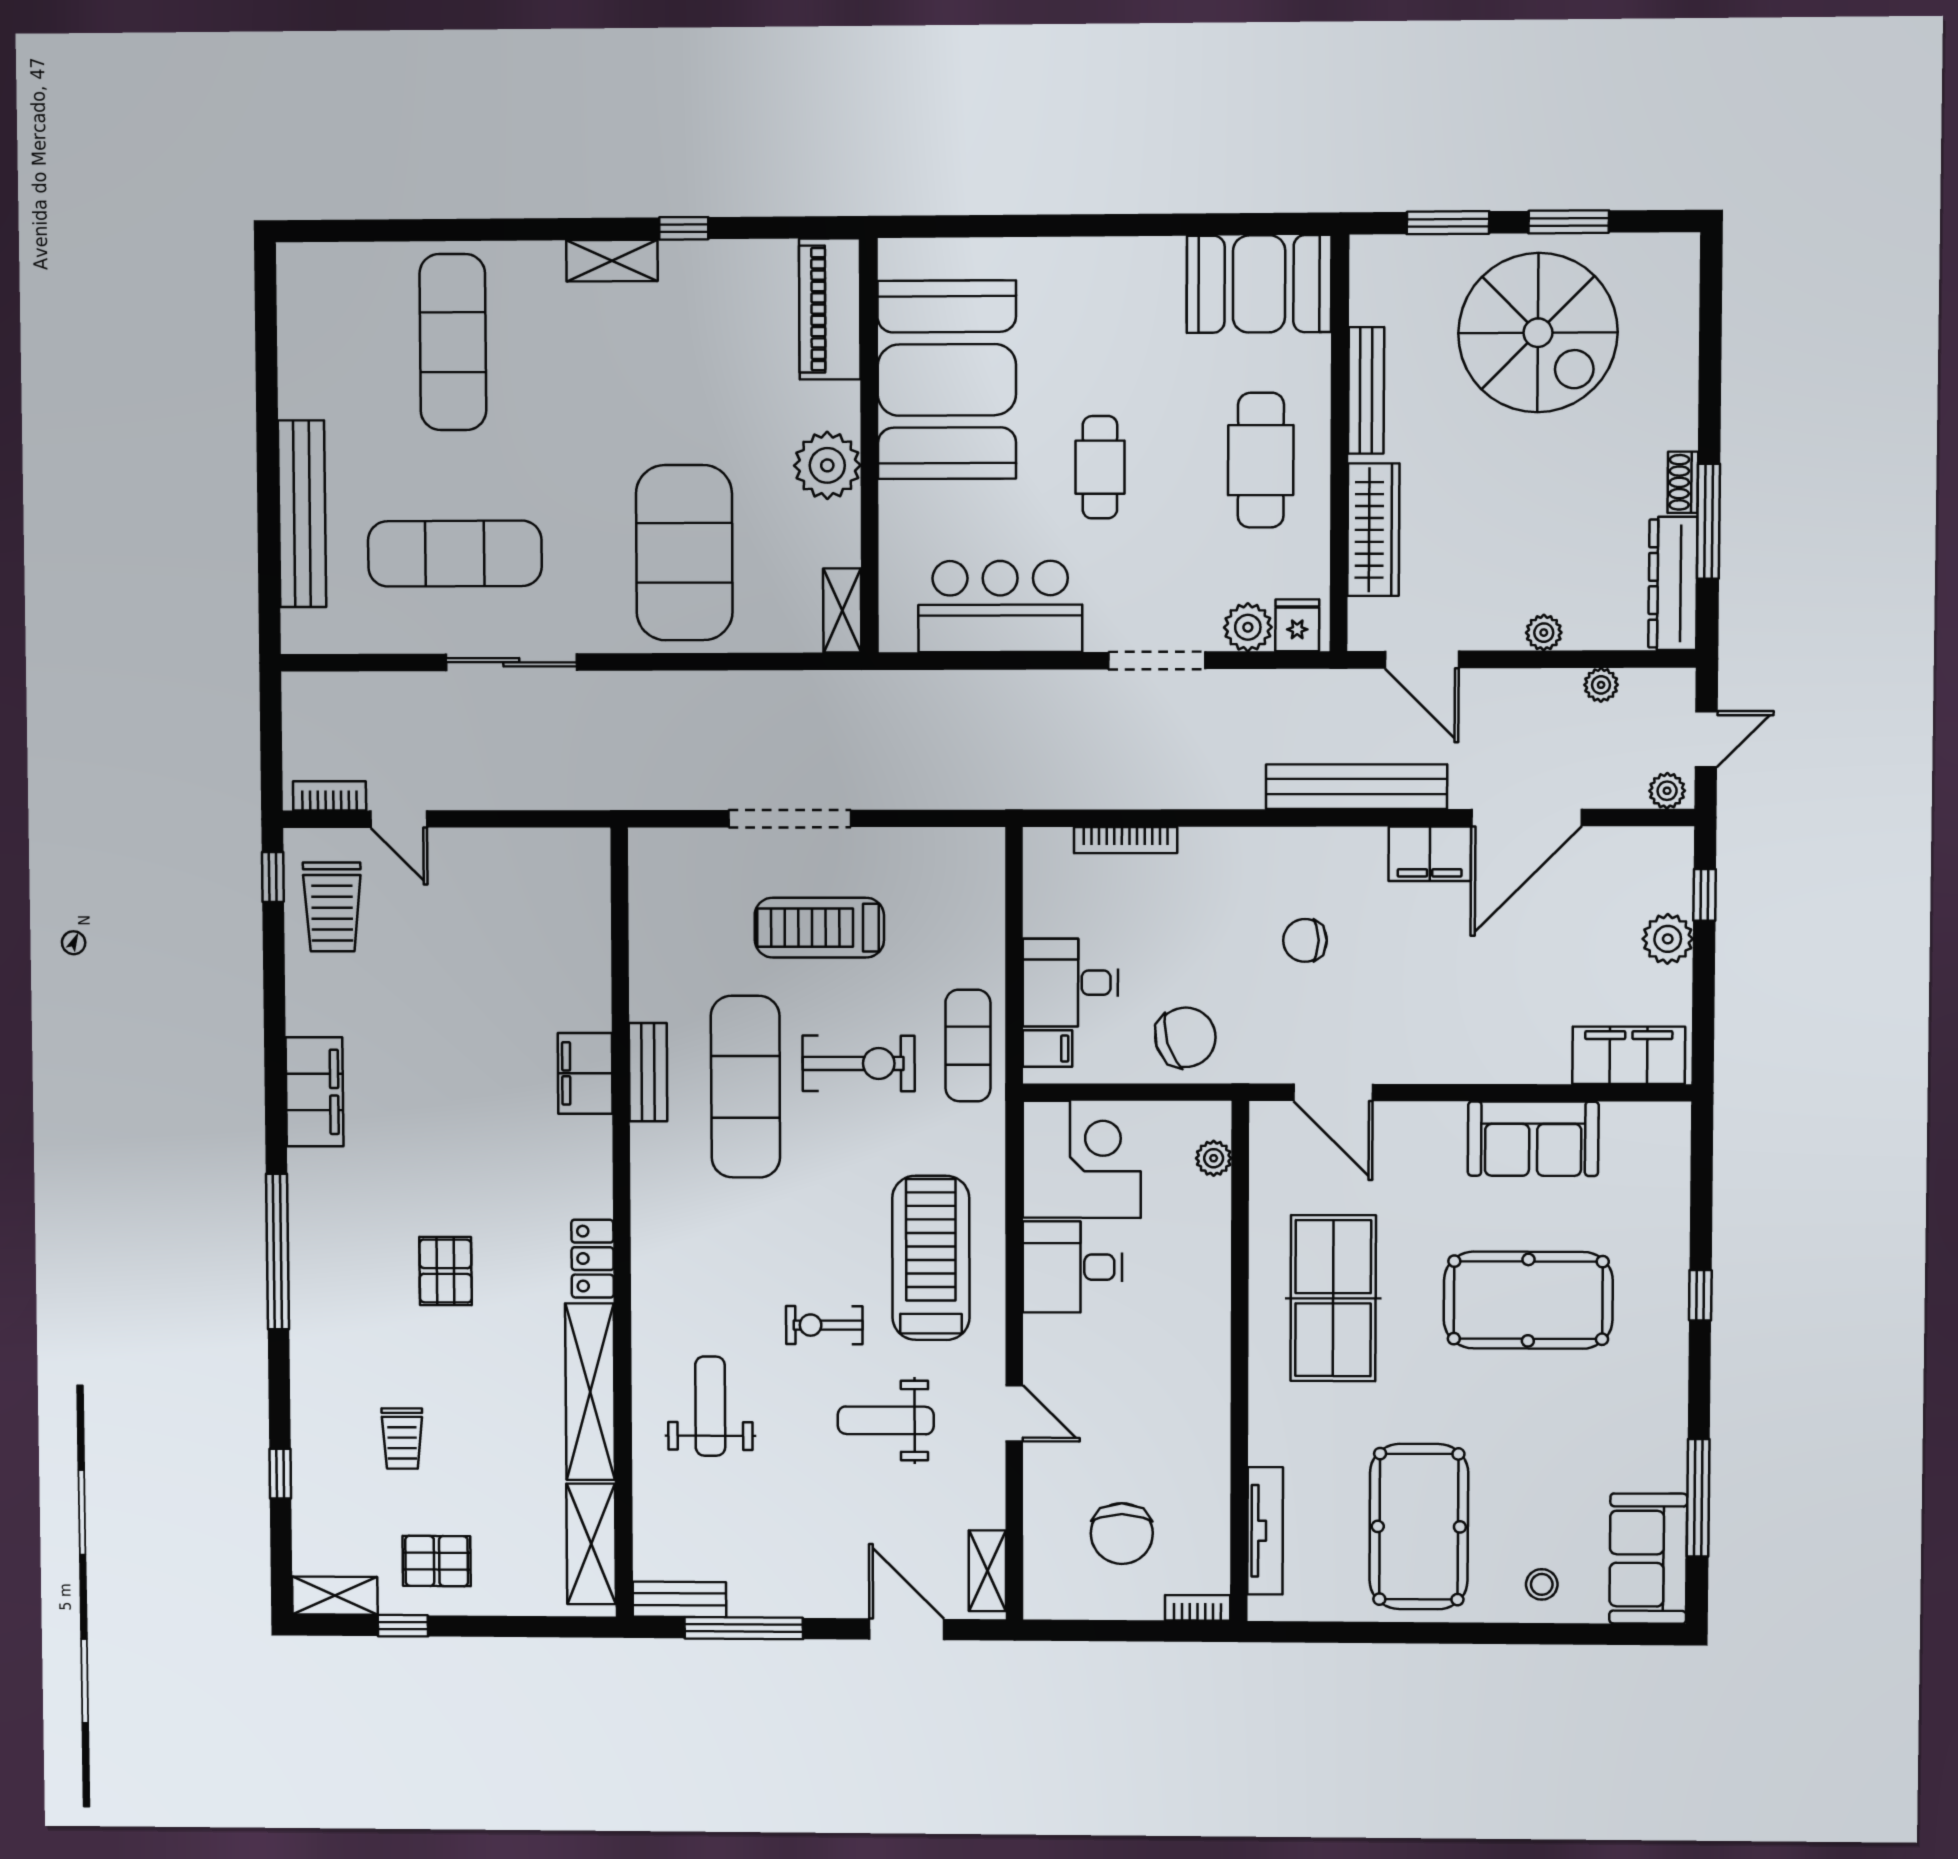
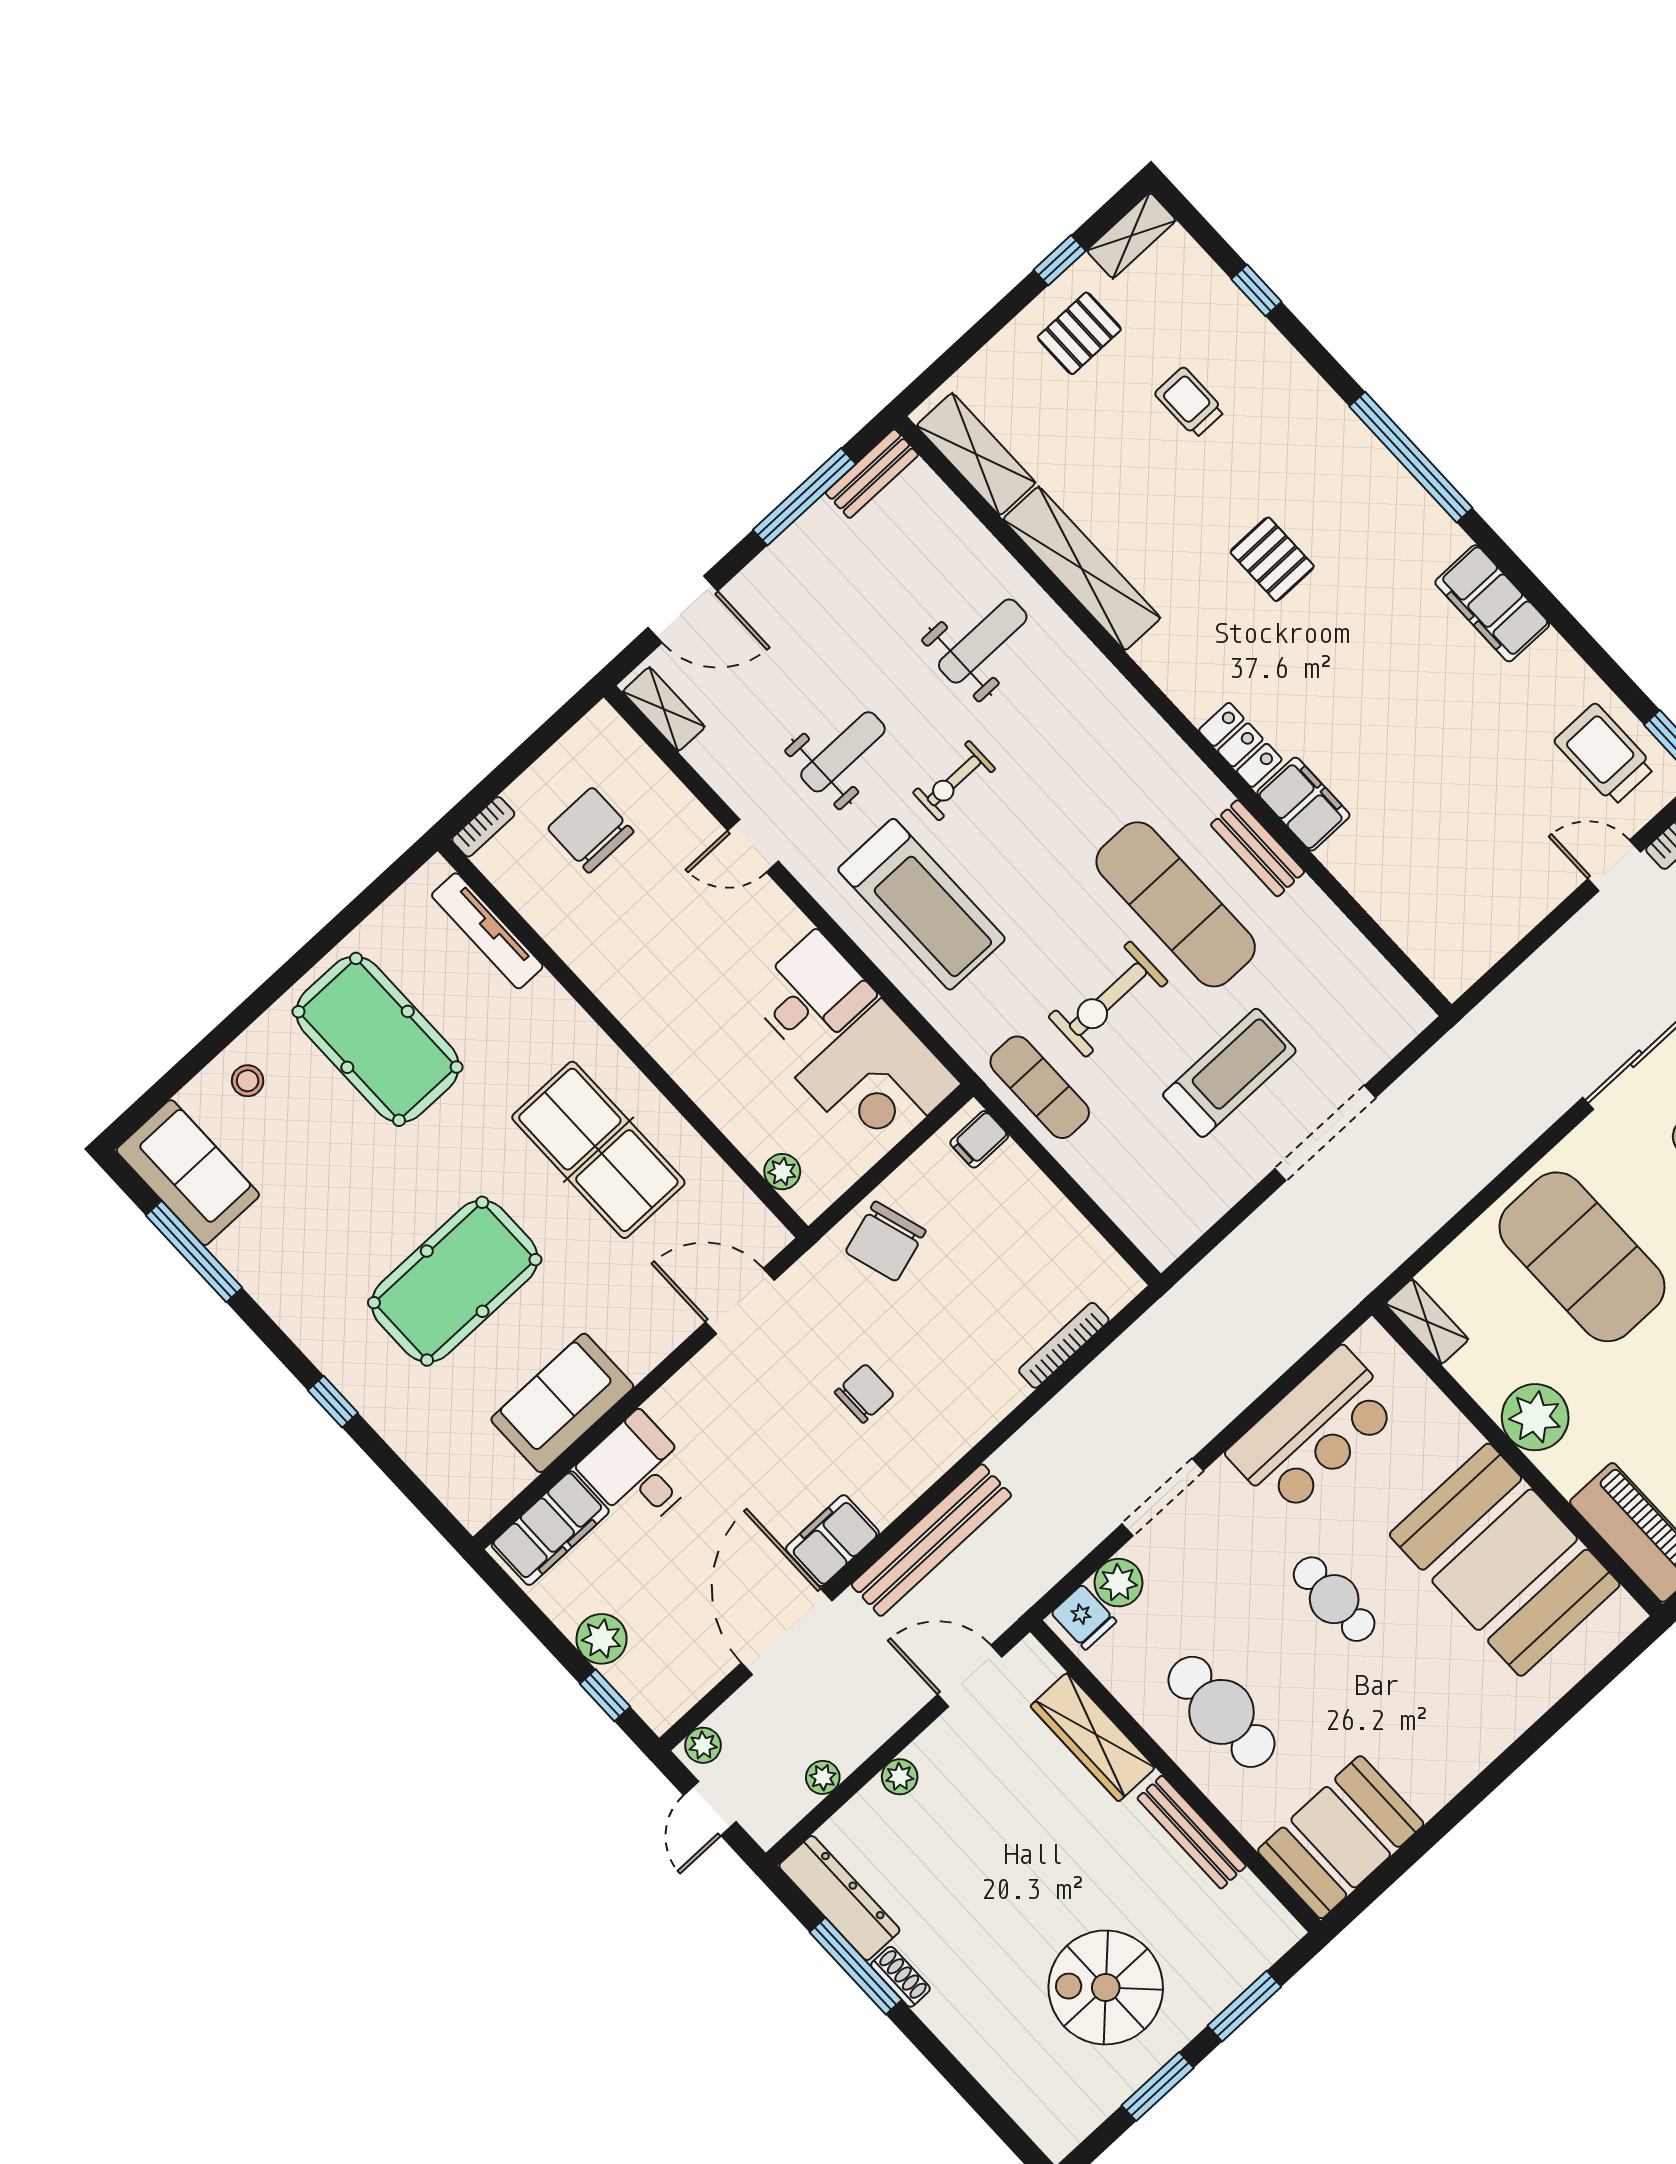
spiral stairs: (1538, 333) -> (1106, 1987), width x0.73, depth x0.73
desk: (1070, 983) -> (639, 1472), moved, turned -90
locker: (593, 1259) -> (1240, 745), moved
exercise bike: (824, 1325) -> (954, 781), turned 180
weight bench: (710, 1406) -> (983, 641), turned -90

